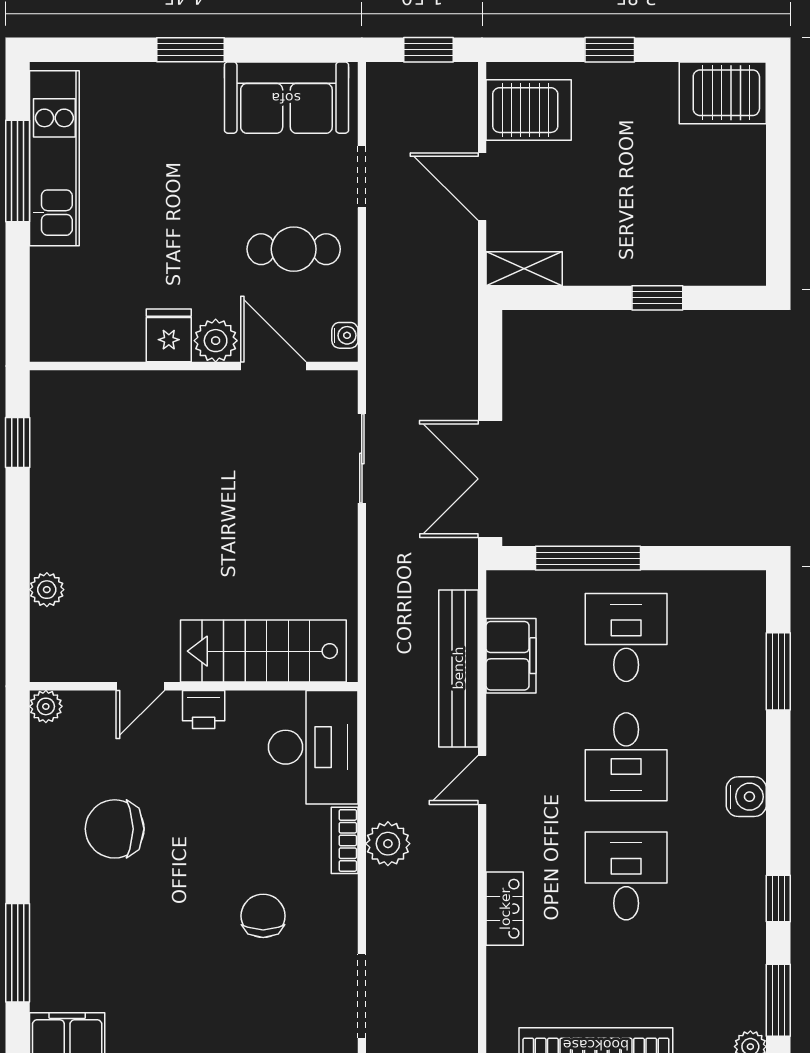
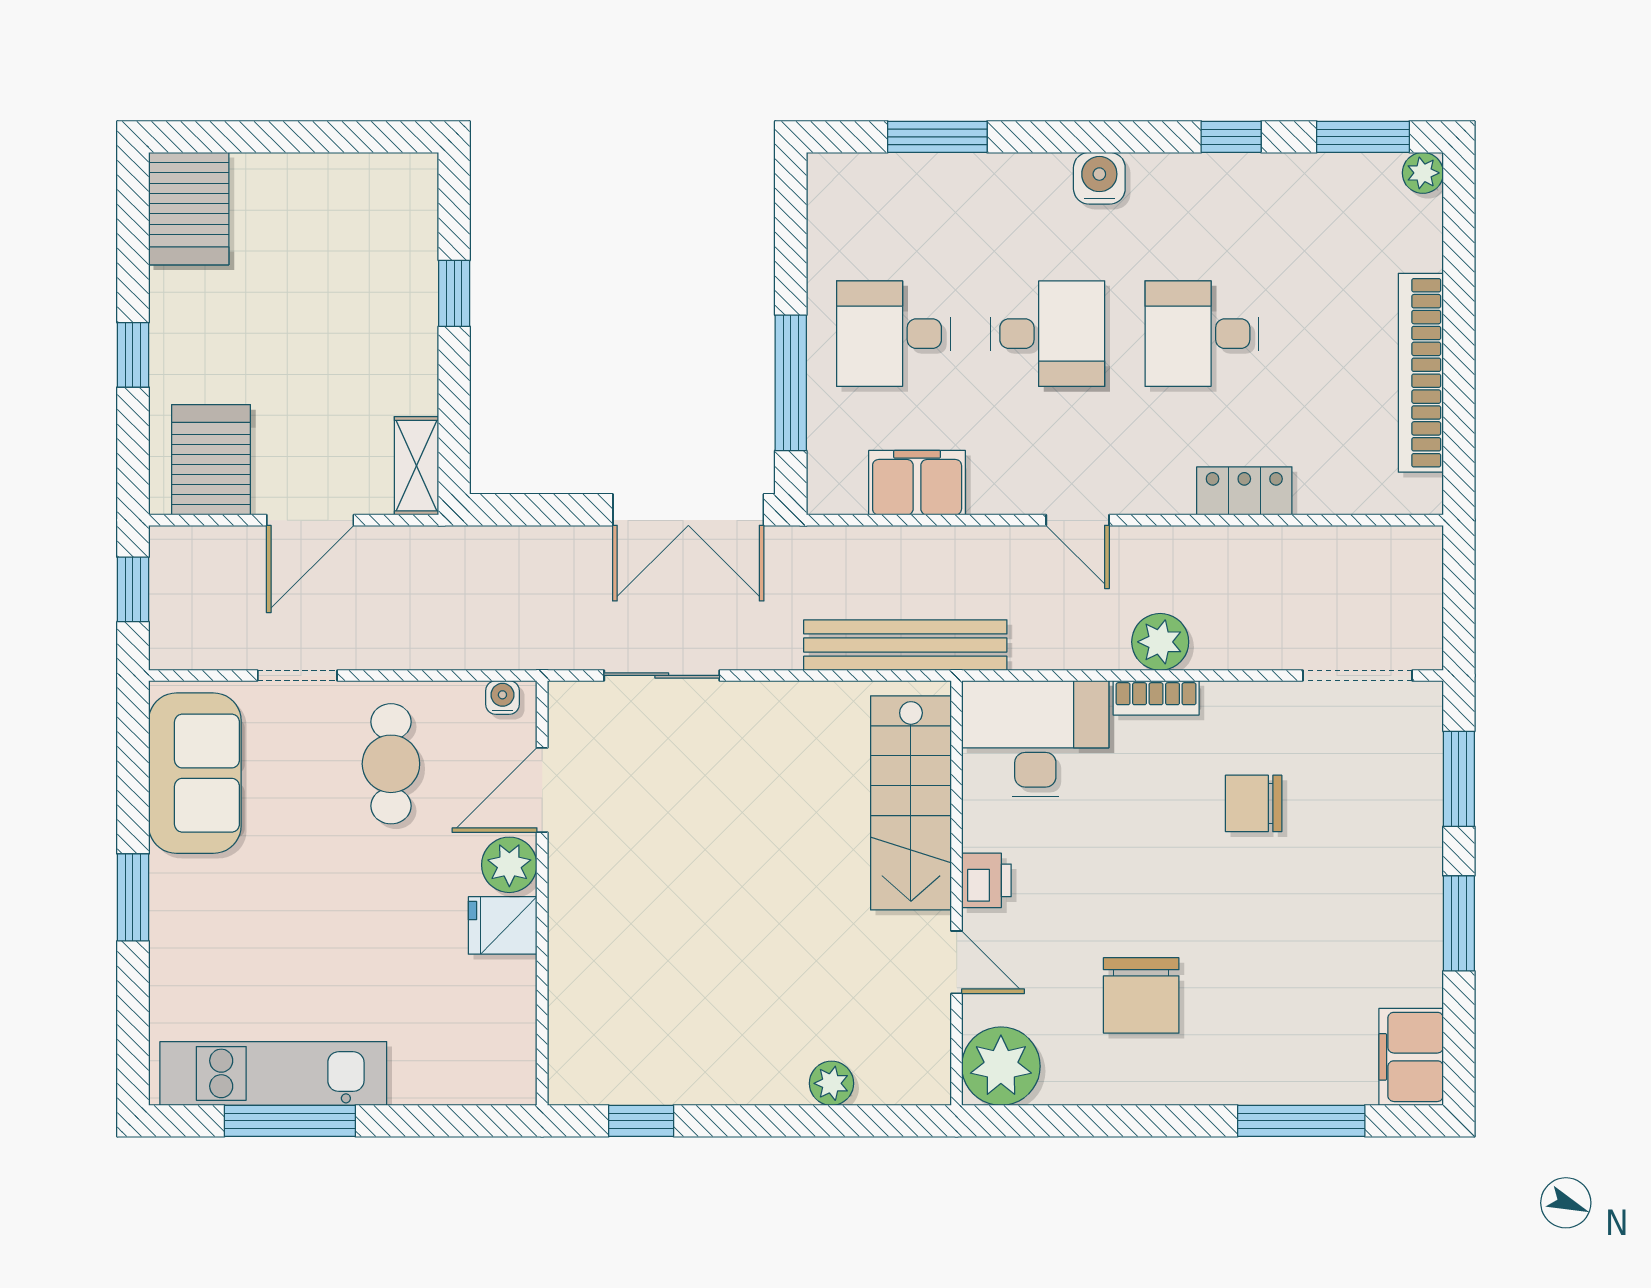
bench: (458, 668) -> (905, 645), moved
plant: (46, 706) -> (1001, 1066), width x1.88, depth x1.88

